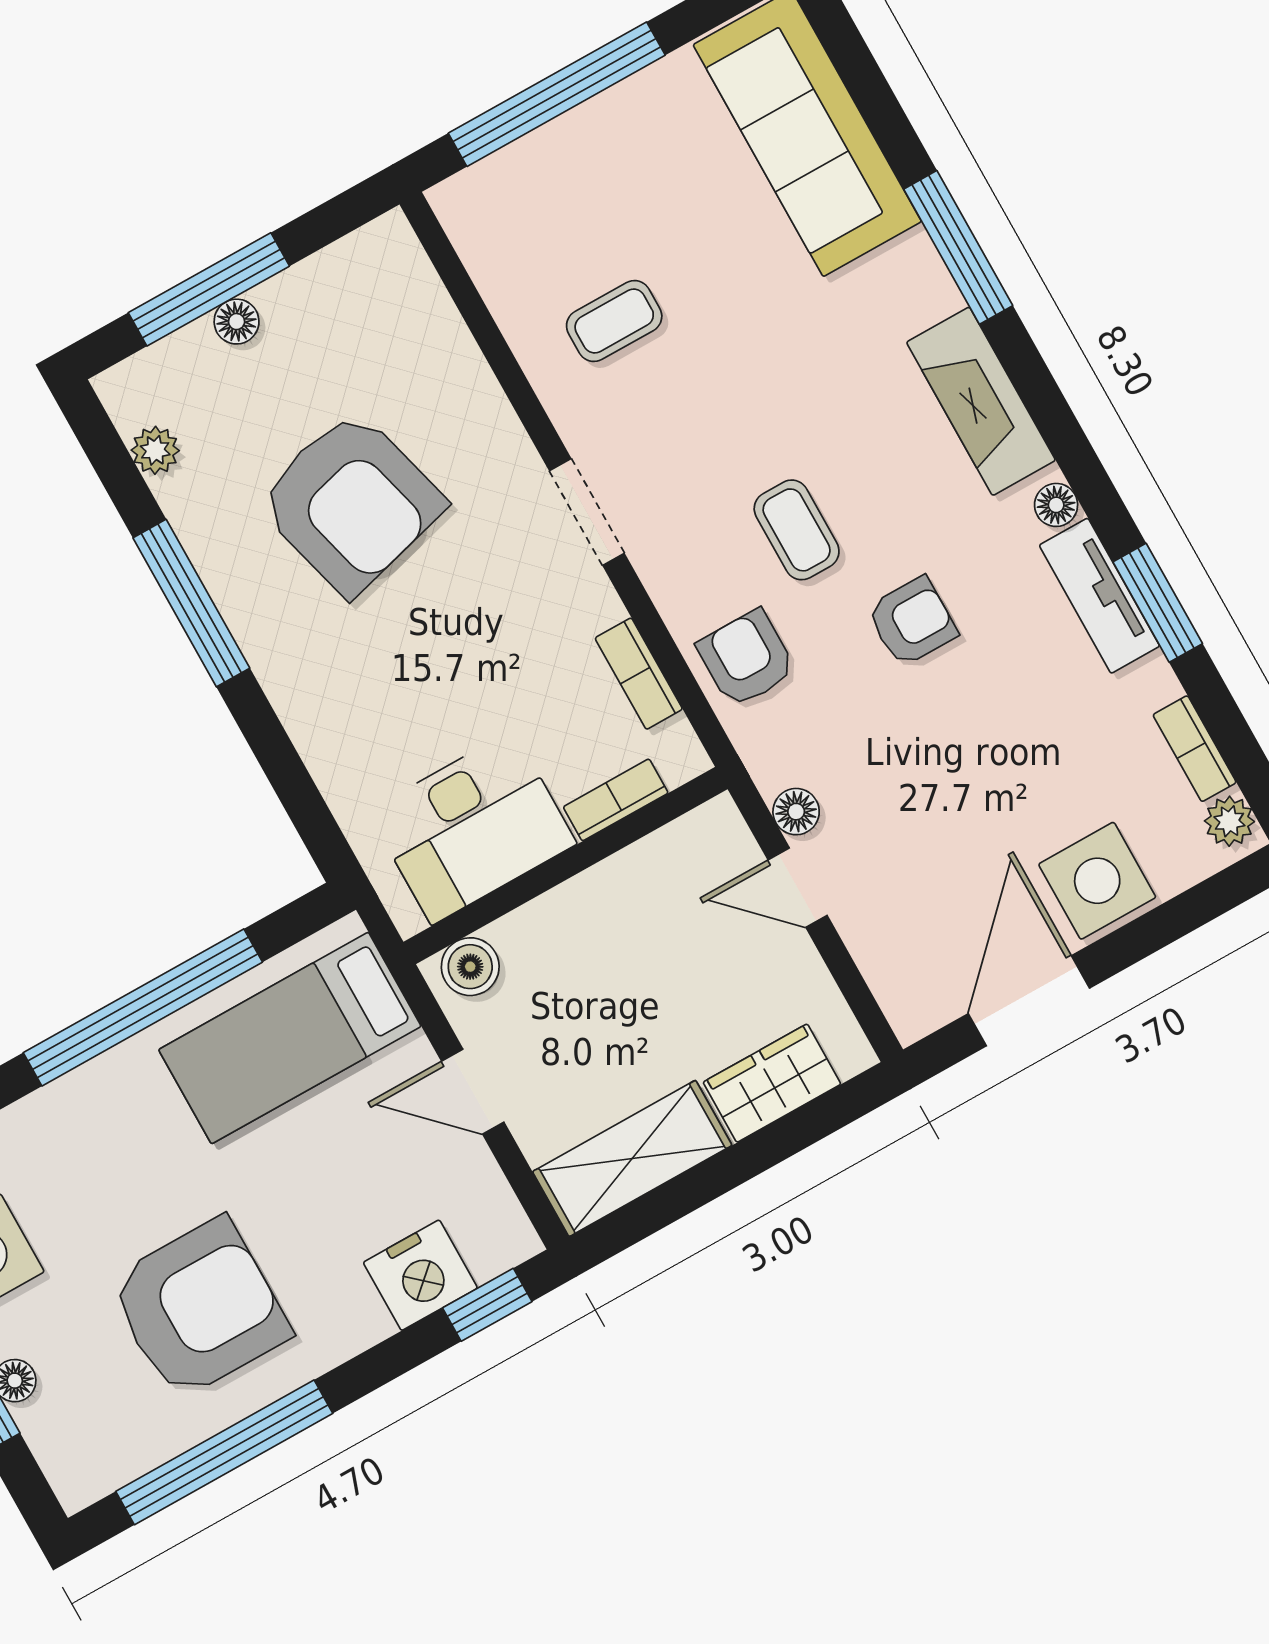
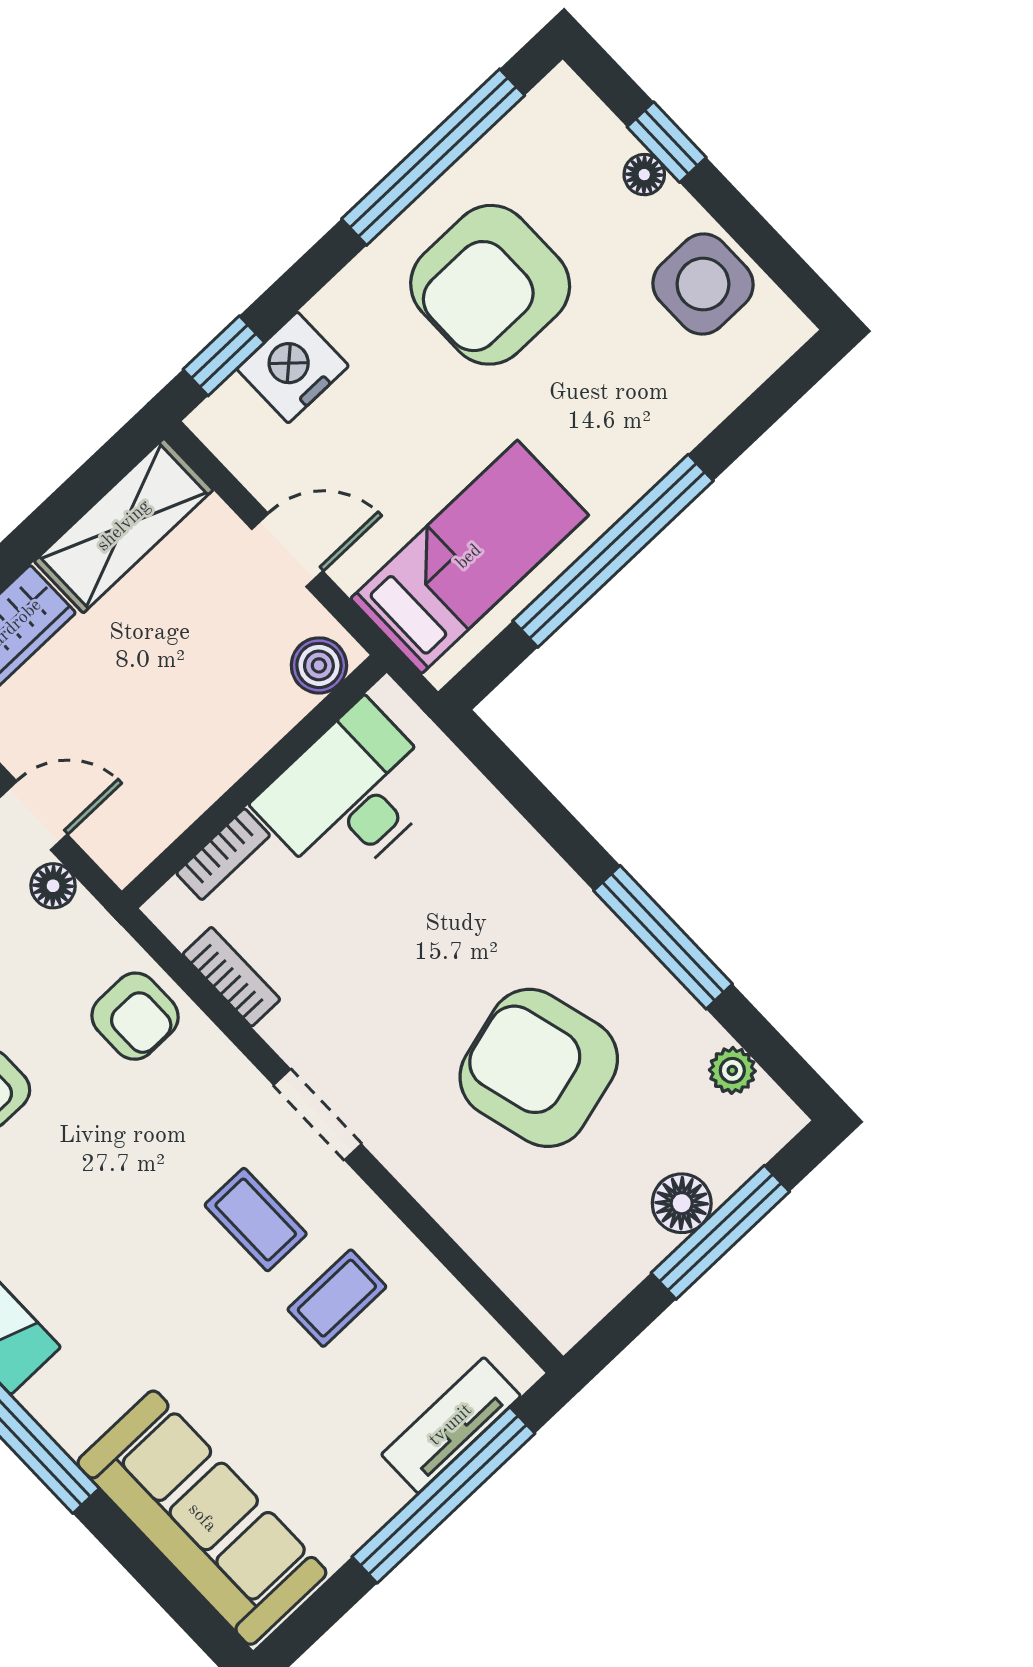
tv unit: (531, 163) -> (451, 1425), added
floor lamp: (237, 322) -> (682, 1203), width x1.37, depth x1.37
coffee table: (797, 530) -> (256, 1220), moved

